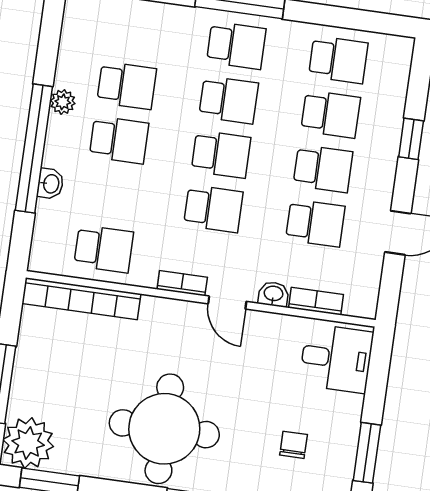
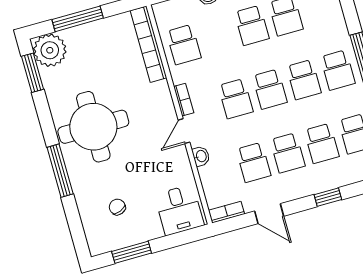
bookcase: (316, 301) -> (226, 212), moved, turned -90
chair: (294, 445) -> (117, 207), turned -111

